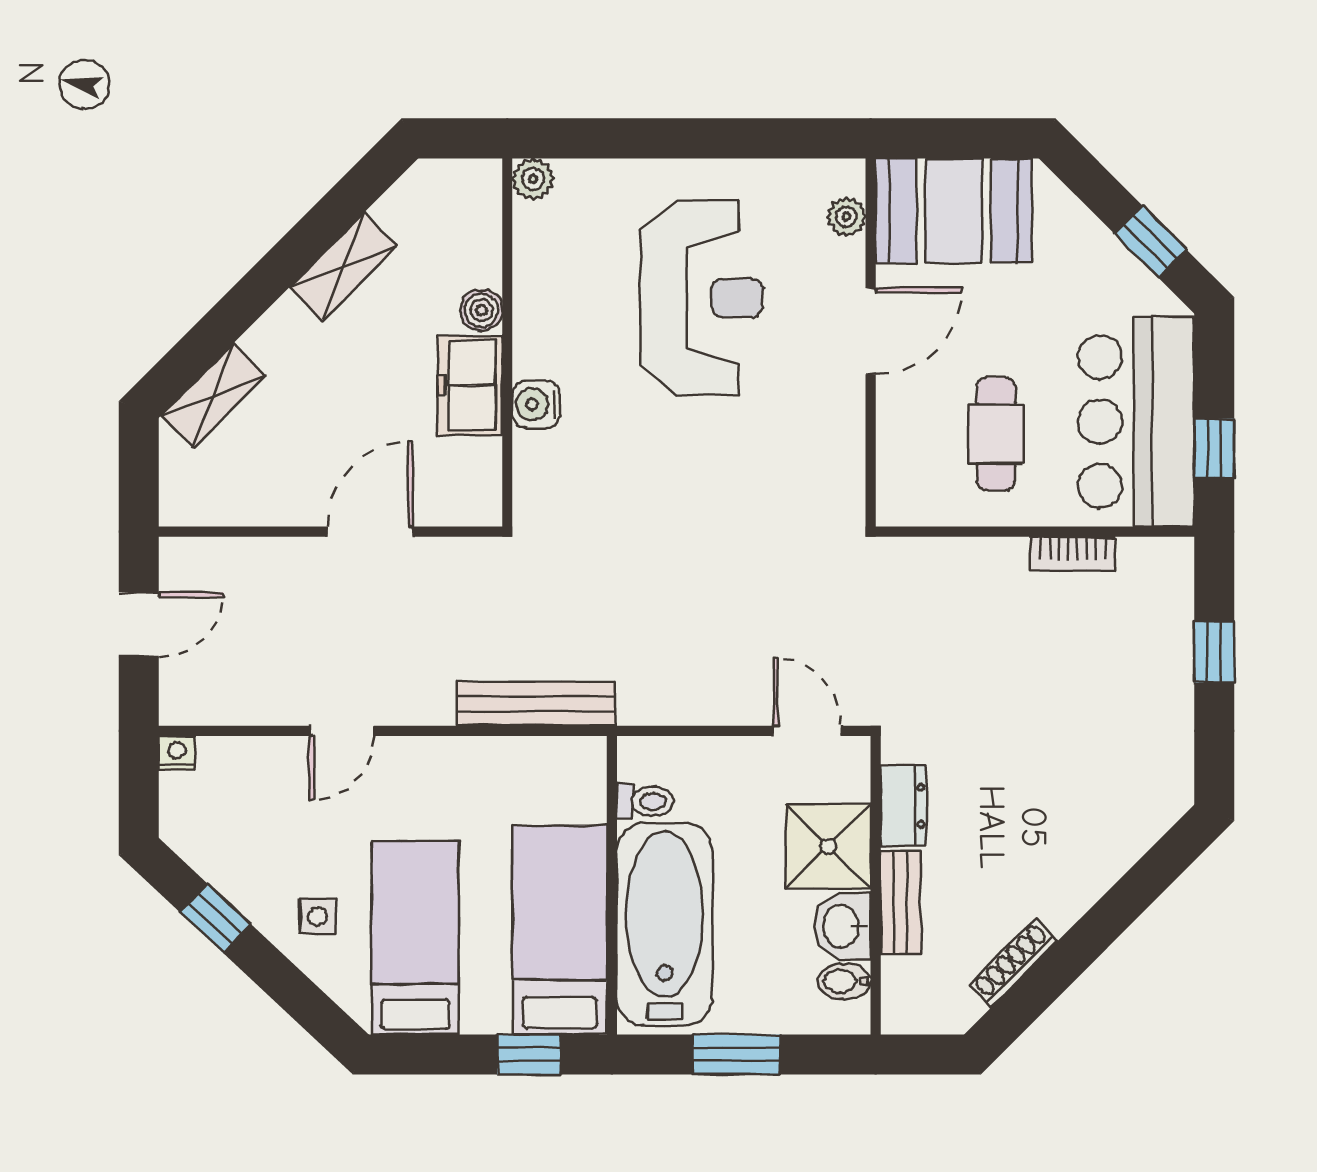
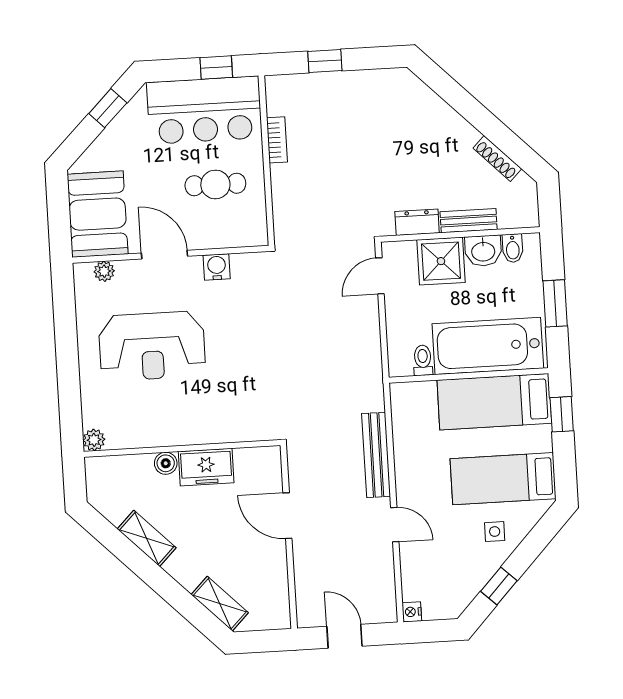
reception desk: (702, 298) -> (152, 346), turned 180
water cooler: (536, 404) -> (217, 267), moved, turned 180
bench: (536, 704) -> (376, 455), moved

